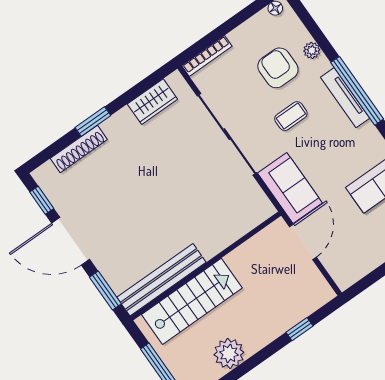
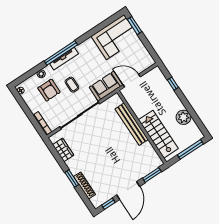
armchair: (278, 68) -> (49, 90), turned -90
bench: (161, 280) -> (132, 124), moved

